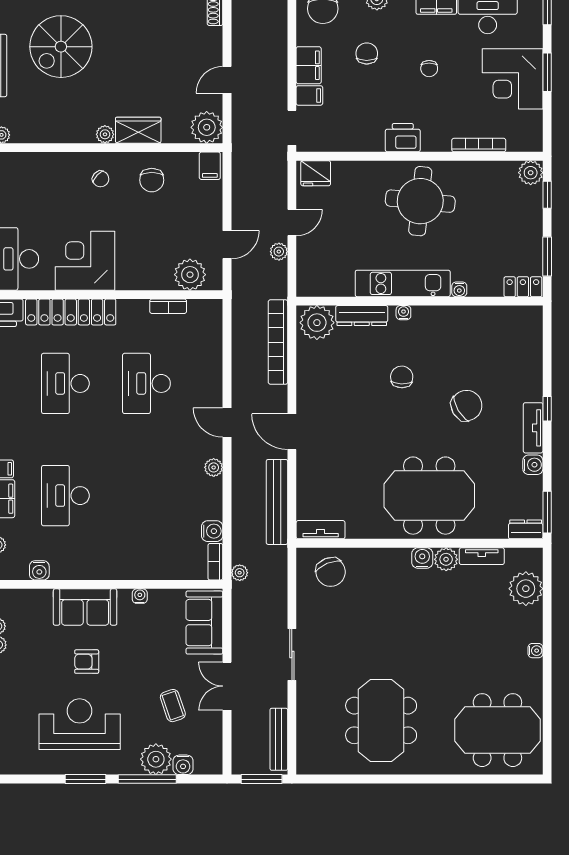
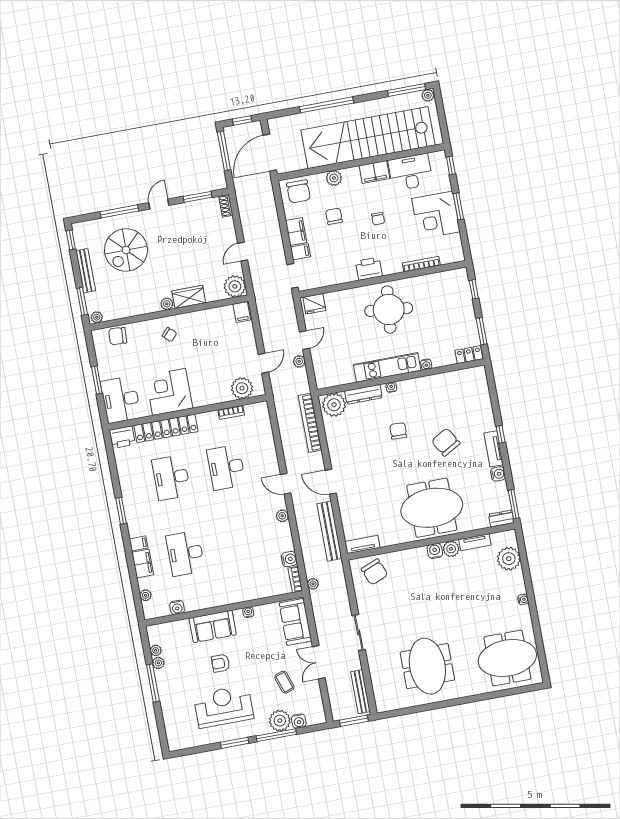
plant: (531, 173) -> (460, 276), removed
chair: (152, 180) -> (118, 336), moved, turned 94
chair: (467, 406) -> (446, 442), turned -89

